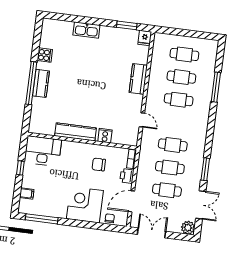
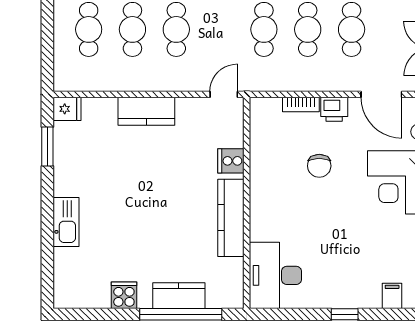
kitchen counter: (76, 132) -> (231, 218), moved
cooker: (105, 136) -> (231, 161), moved
wall: (82, 141) -> (247, 203), moved
desk: (43, 151) -> (275, 275), moved

